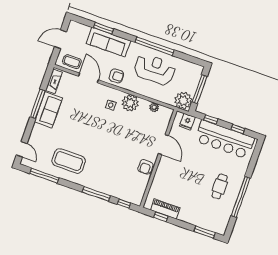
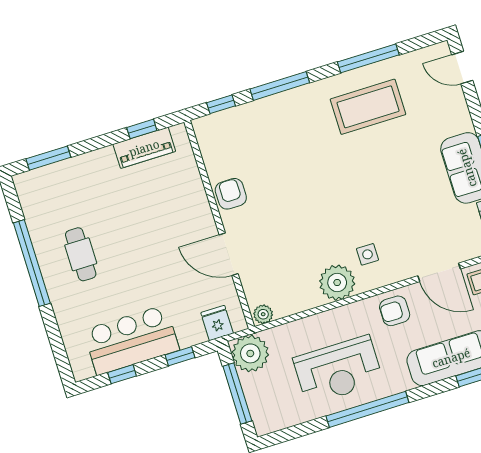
plant: (154, 107) -> (263, 314), moved
bar counter: (225, 139) -> (131, 340), width x0.73
window: (44, 176) -> (368, 58), moved

